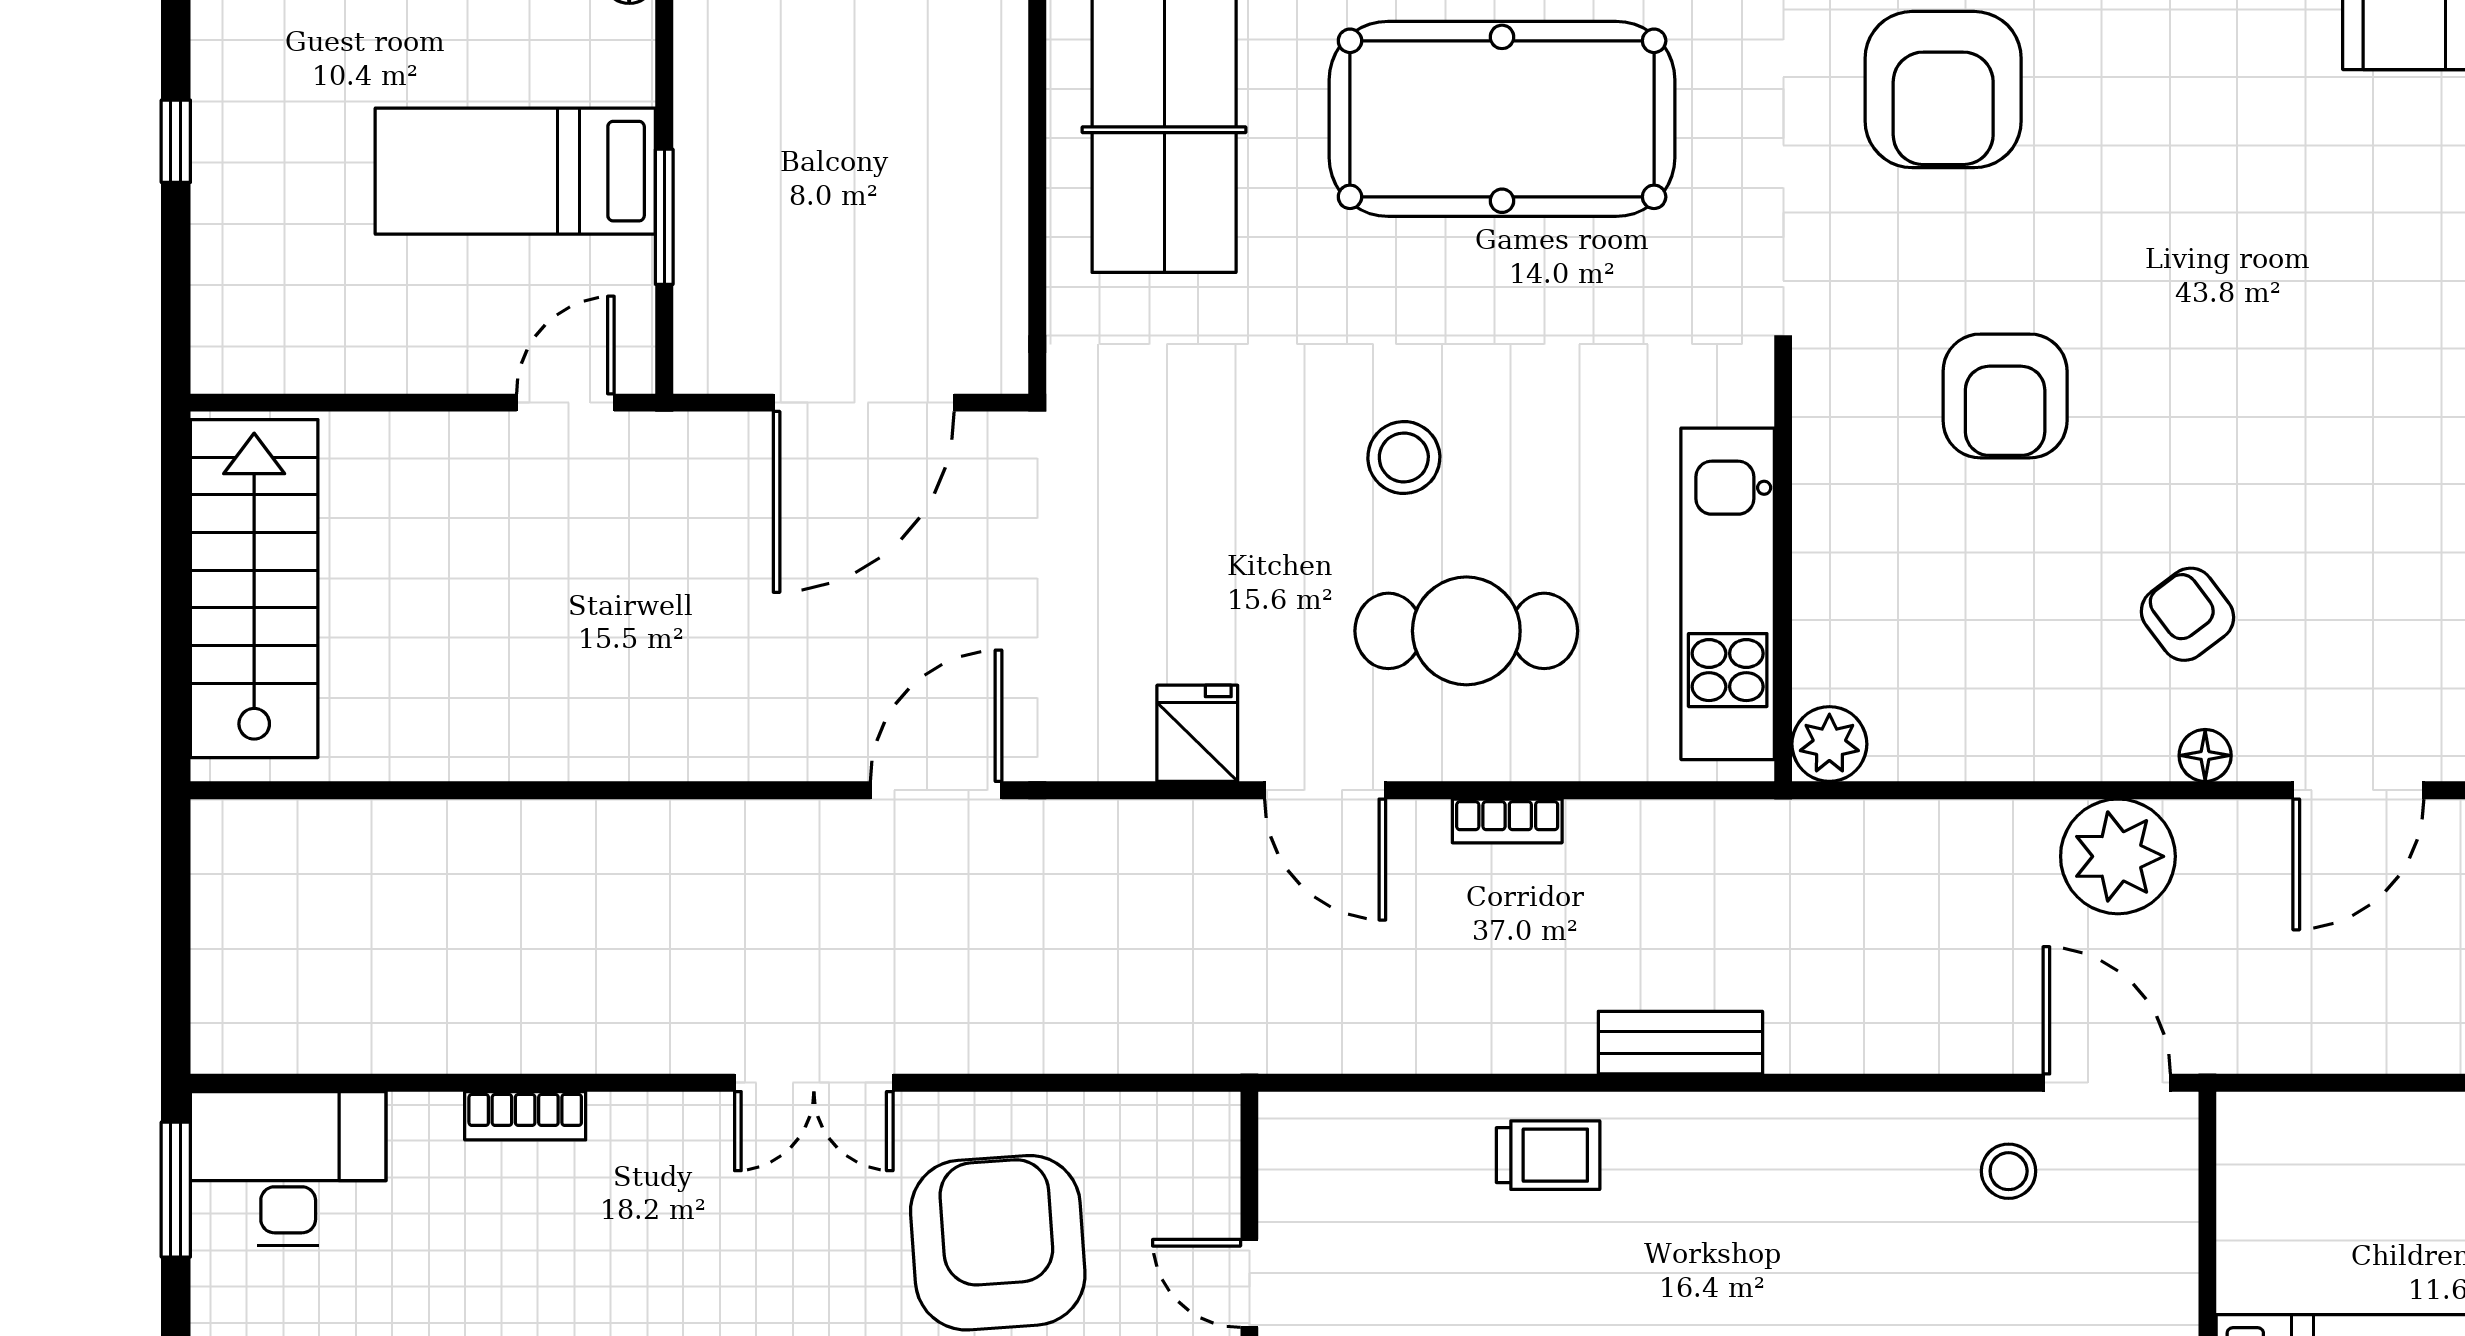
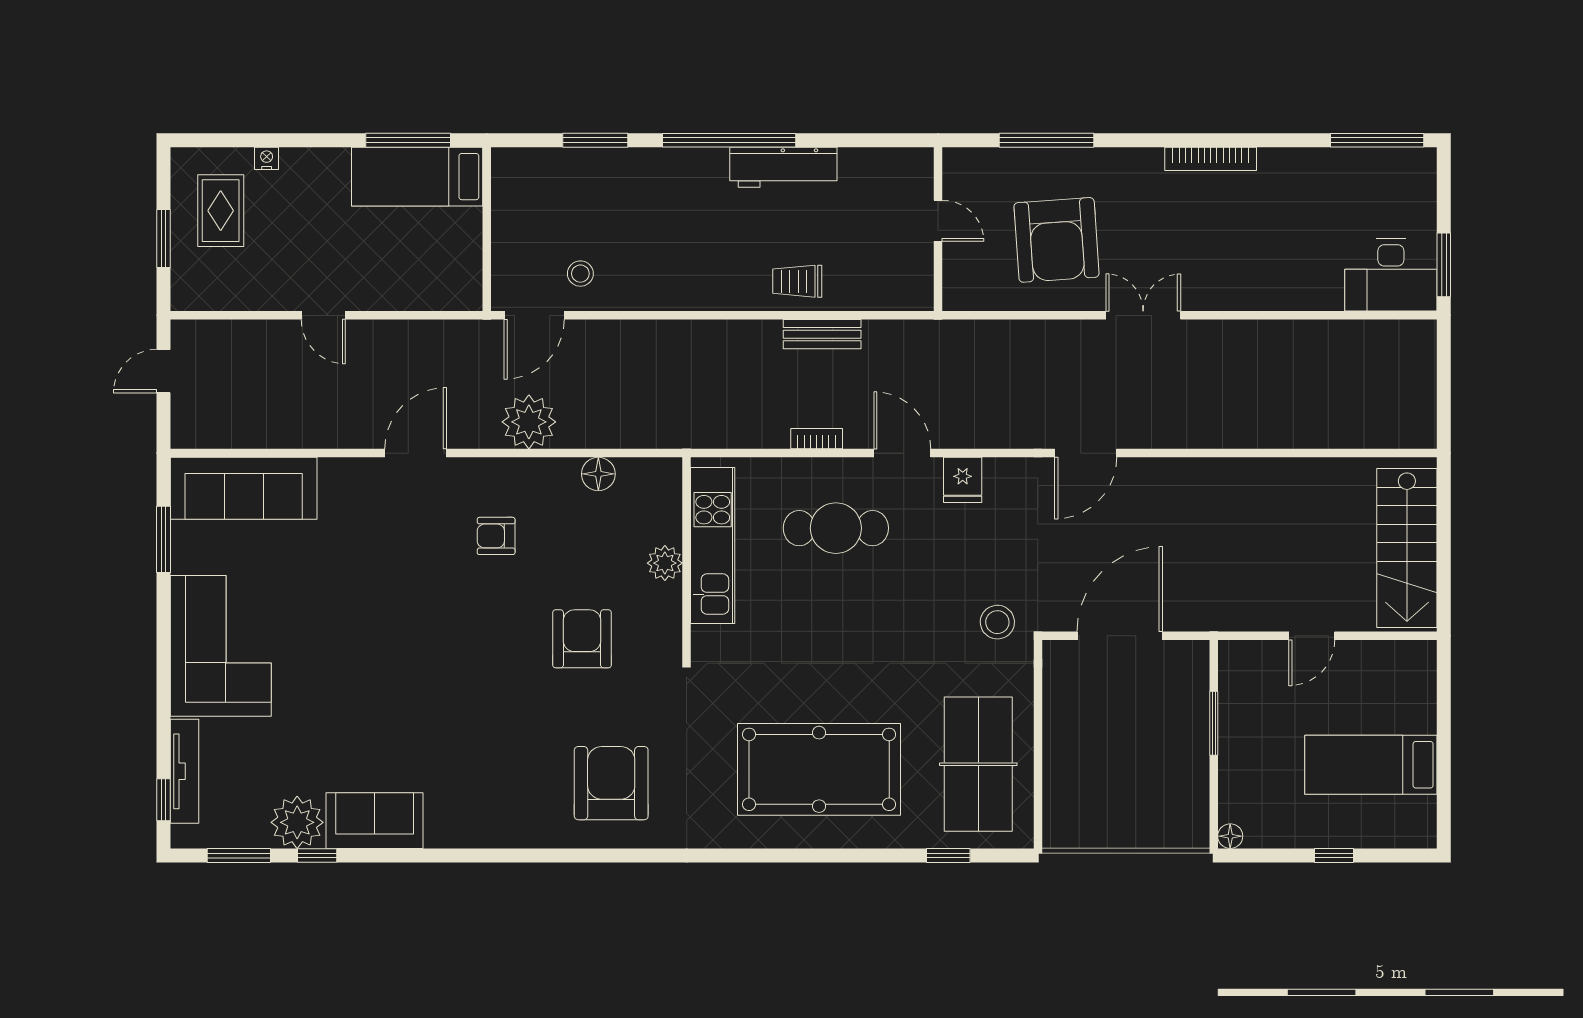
window: (176, 141) -> (1444, 759), removed
bed: (515, 171) -> (1371, 765), moved, turned 180
door: (565, 403) -> (1312, 636), moved
stool: (1404, 457) -> (997, 622), moved
armchair: (2187, 614) -> (496, 536), turned 127
plant: (1829, 744) -> (665, 563), moved
floor lamp: (2205, 755) -> (598, 474), moved, width x1.37, depth x1.37
bench: (1680, 1043) -> (822, 334), moved
door: (2107, 1083) -> (534, 315), hinge flipped
bookcase: (525, 1116) -> (1279, 300), removed

